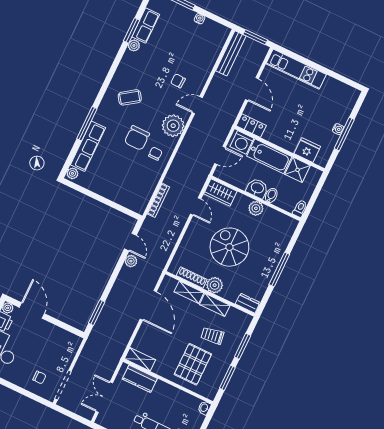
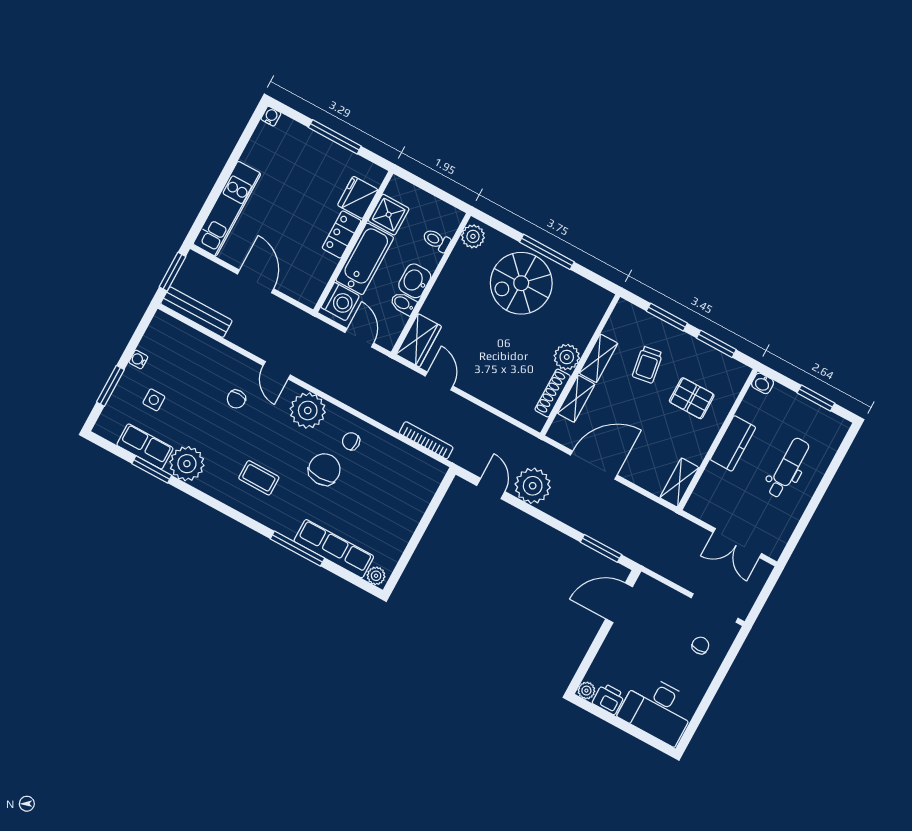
side table: (175, 30) -> (154, 400), added
plant: (134, 45) -> (187, 464), width x1.87, depth x1.87
door: (252, 89) -> (255, 281), hinge flipped
coffee table: (130, 97) -> (259, 478), turned -55
locker: (251, 126) -> (342, 234), moved
water cooler: (338, 129) -> (271, 116), moved
chair: (137, 138) -> (324, 469), turned -90
bidet: (271, 195) -> (403, 304), moved
door: (196, 207) -> (439, 381), hinge flipped
plant: (256, 208) -> (473, 236), moved
toilet: (300, 208) -> (436, 240), moved
door: (130, 242) -> (491, 489), hinge flipped
spiral stairs: (229, 247) -> (521, 283), moved
plant: (131, 261) -> (533, 486), width x1.87, depth x1.87
dresser: (248, 303) -> (598, 305), removed
door: (32, 310) -> (619, 603), moved
pallet: (193, 364) -> (692, 398), width x0.67, depth x0.71
kitchen counter: (140, 379) -> (733, 443), moved

